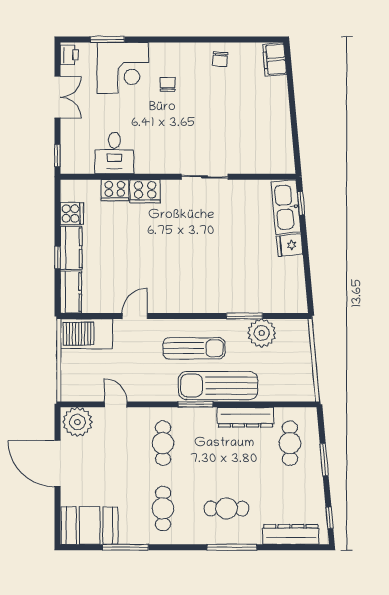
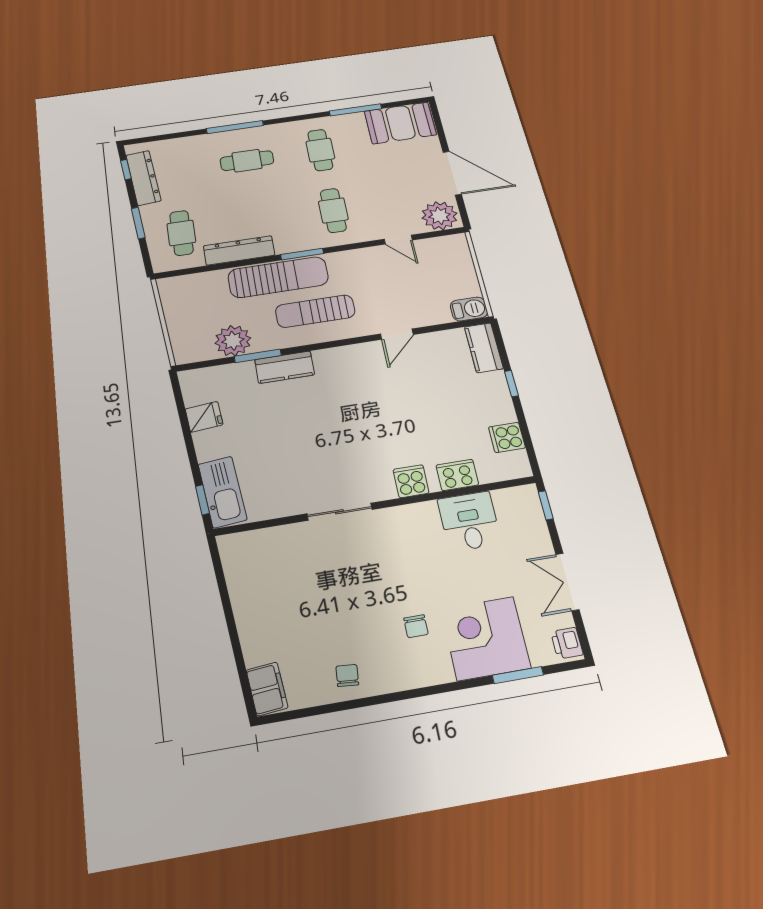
cooker: (145, 191) -> (411, 481), width x0.73
fridge: (290, 245) -> (204, 417), moved
kitchen counter: (71, 248) -> (285, 367), moved, turned -90
barbecue: (86, 334) -> (469, 309), width x0.53, depth x0.65
dresser: (291, 534) -> (143, 178), moved, turned -95

